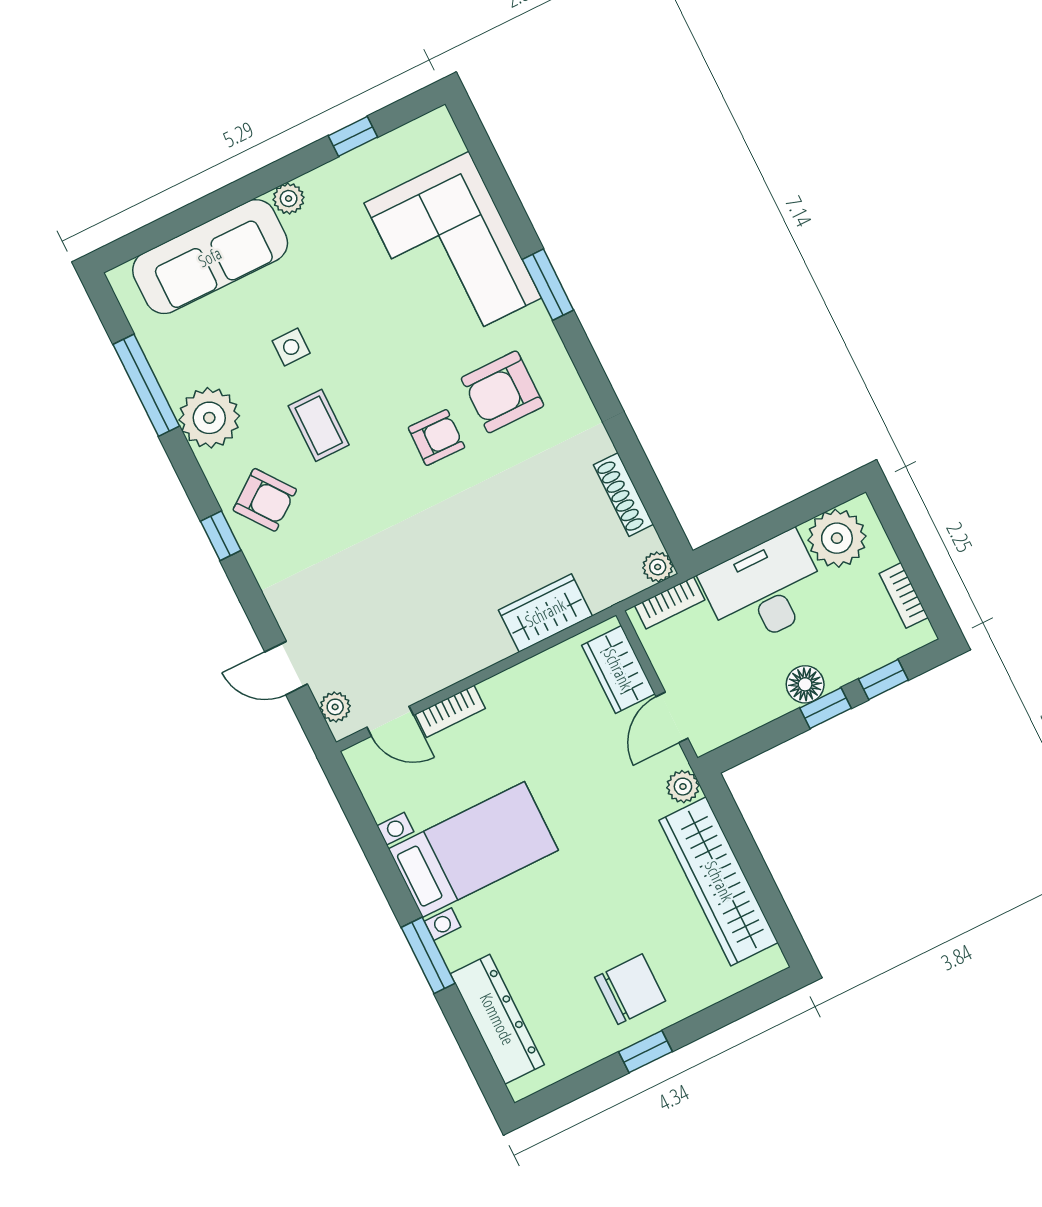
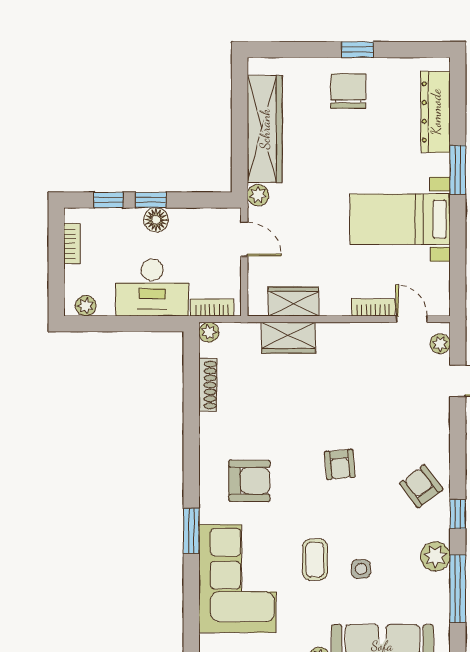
plant: (209, 418) -> (435, 556), width x0.73, depth x0.73
coffee table: (319, 425) -> (315, 560), moved
armchair: (437, 437) -> (340, 464), moved, turned -96
window: (221, 536) -> (458, 514), moved
plant: (837, 538) -> (86, 306), width x0.53, depth x0.53
wardrobe: (618, 669) -> (293, 301), moved, turned -90
door: (672, 717) -> (244, 239), hinge flipped
chair: (630, 989) -> (348, 91), turned 90

